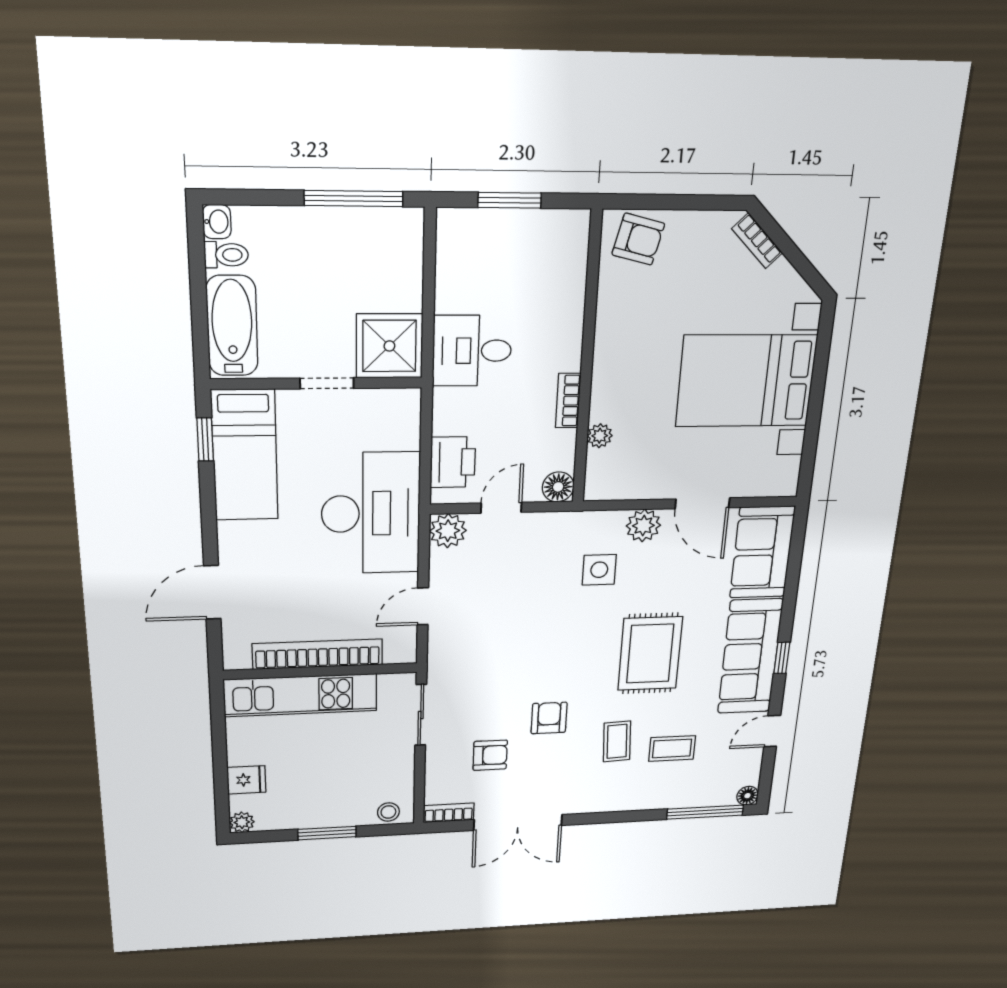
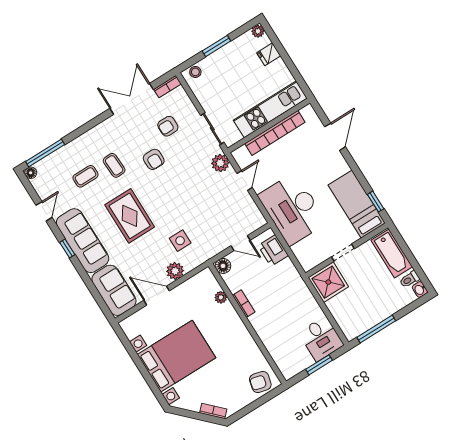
desk: (472, 351) -> (321, 339), moved, turned 90
door: (501, 508) -> (241, 243), hinge flipped
plant: (448, 531) -> (220, 163), moved

